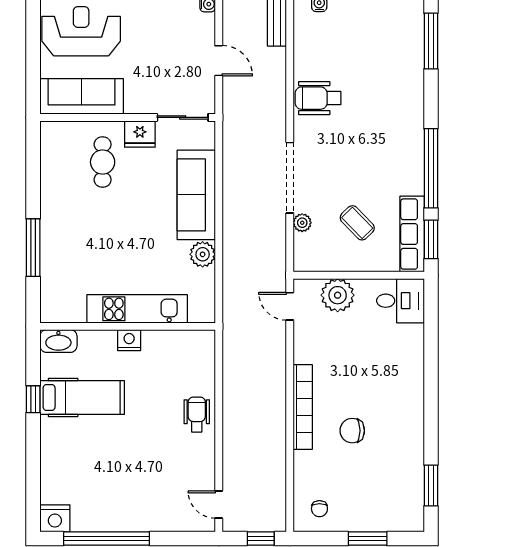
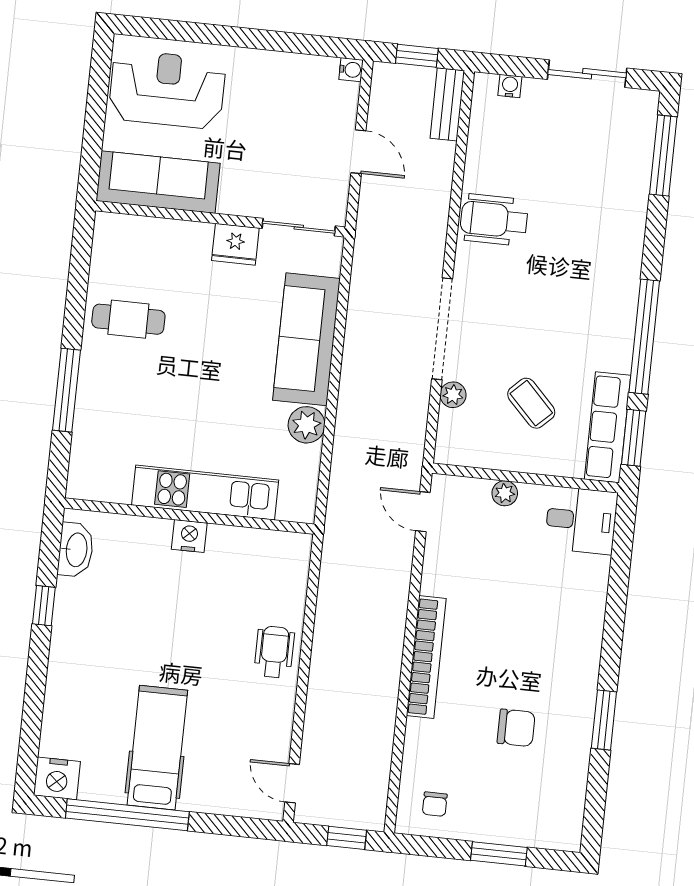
cafe table: (103, 162) -> (128, 319), moved, turned 90
plant: (338, 295) -> (505, 493), width x0.53, depth x0.53
washbasin: (58, 341) -> (76, 550), moved, turned -90
hospital bed: (82, 398) -> (157, 748), moved, turned -90
chair: (352, 431) -> (516, 728), moved, turned 180
window: (431, 485) -> (604, 720), moved

